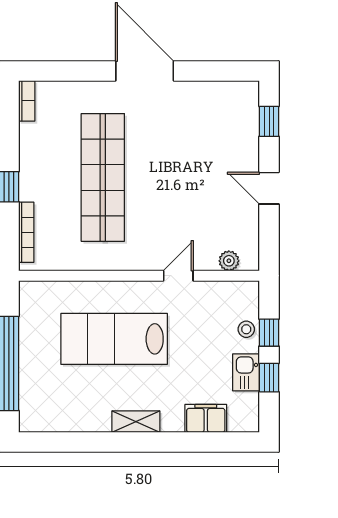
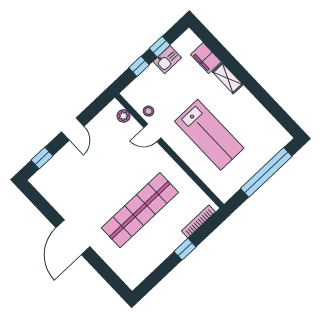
bookcase: (27, 101) -> (138, 278), removed
stool: (246, 329) -> (148, 111), moved
shelving: (136, 422) -> (228, 78), moved

